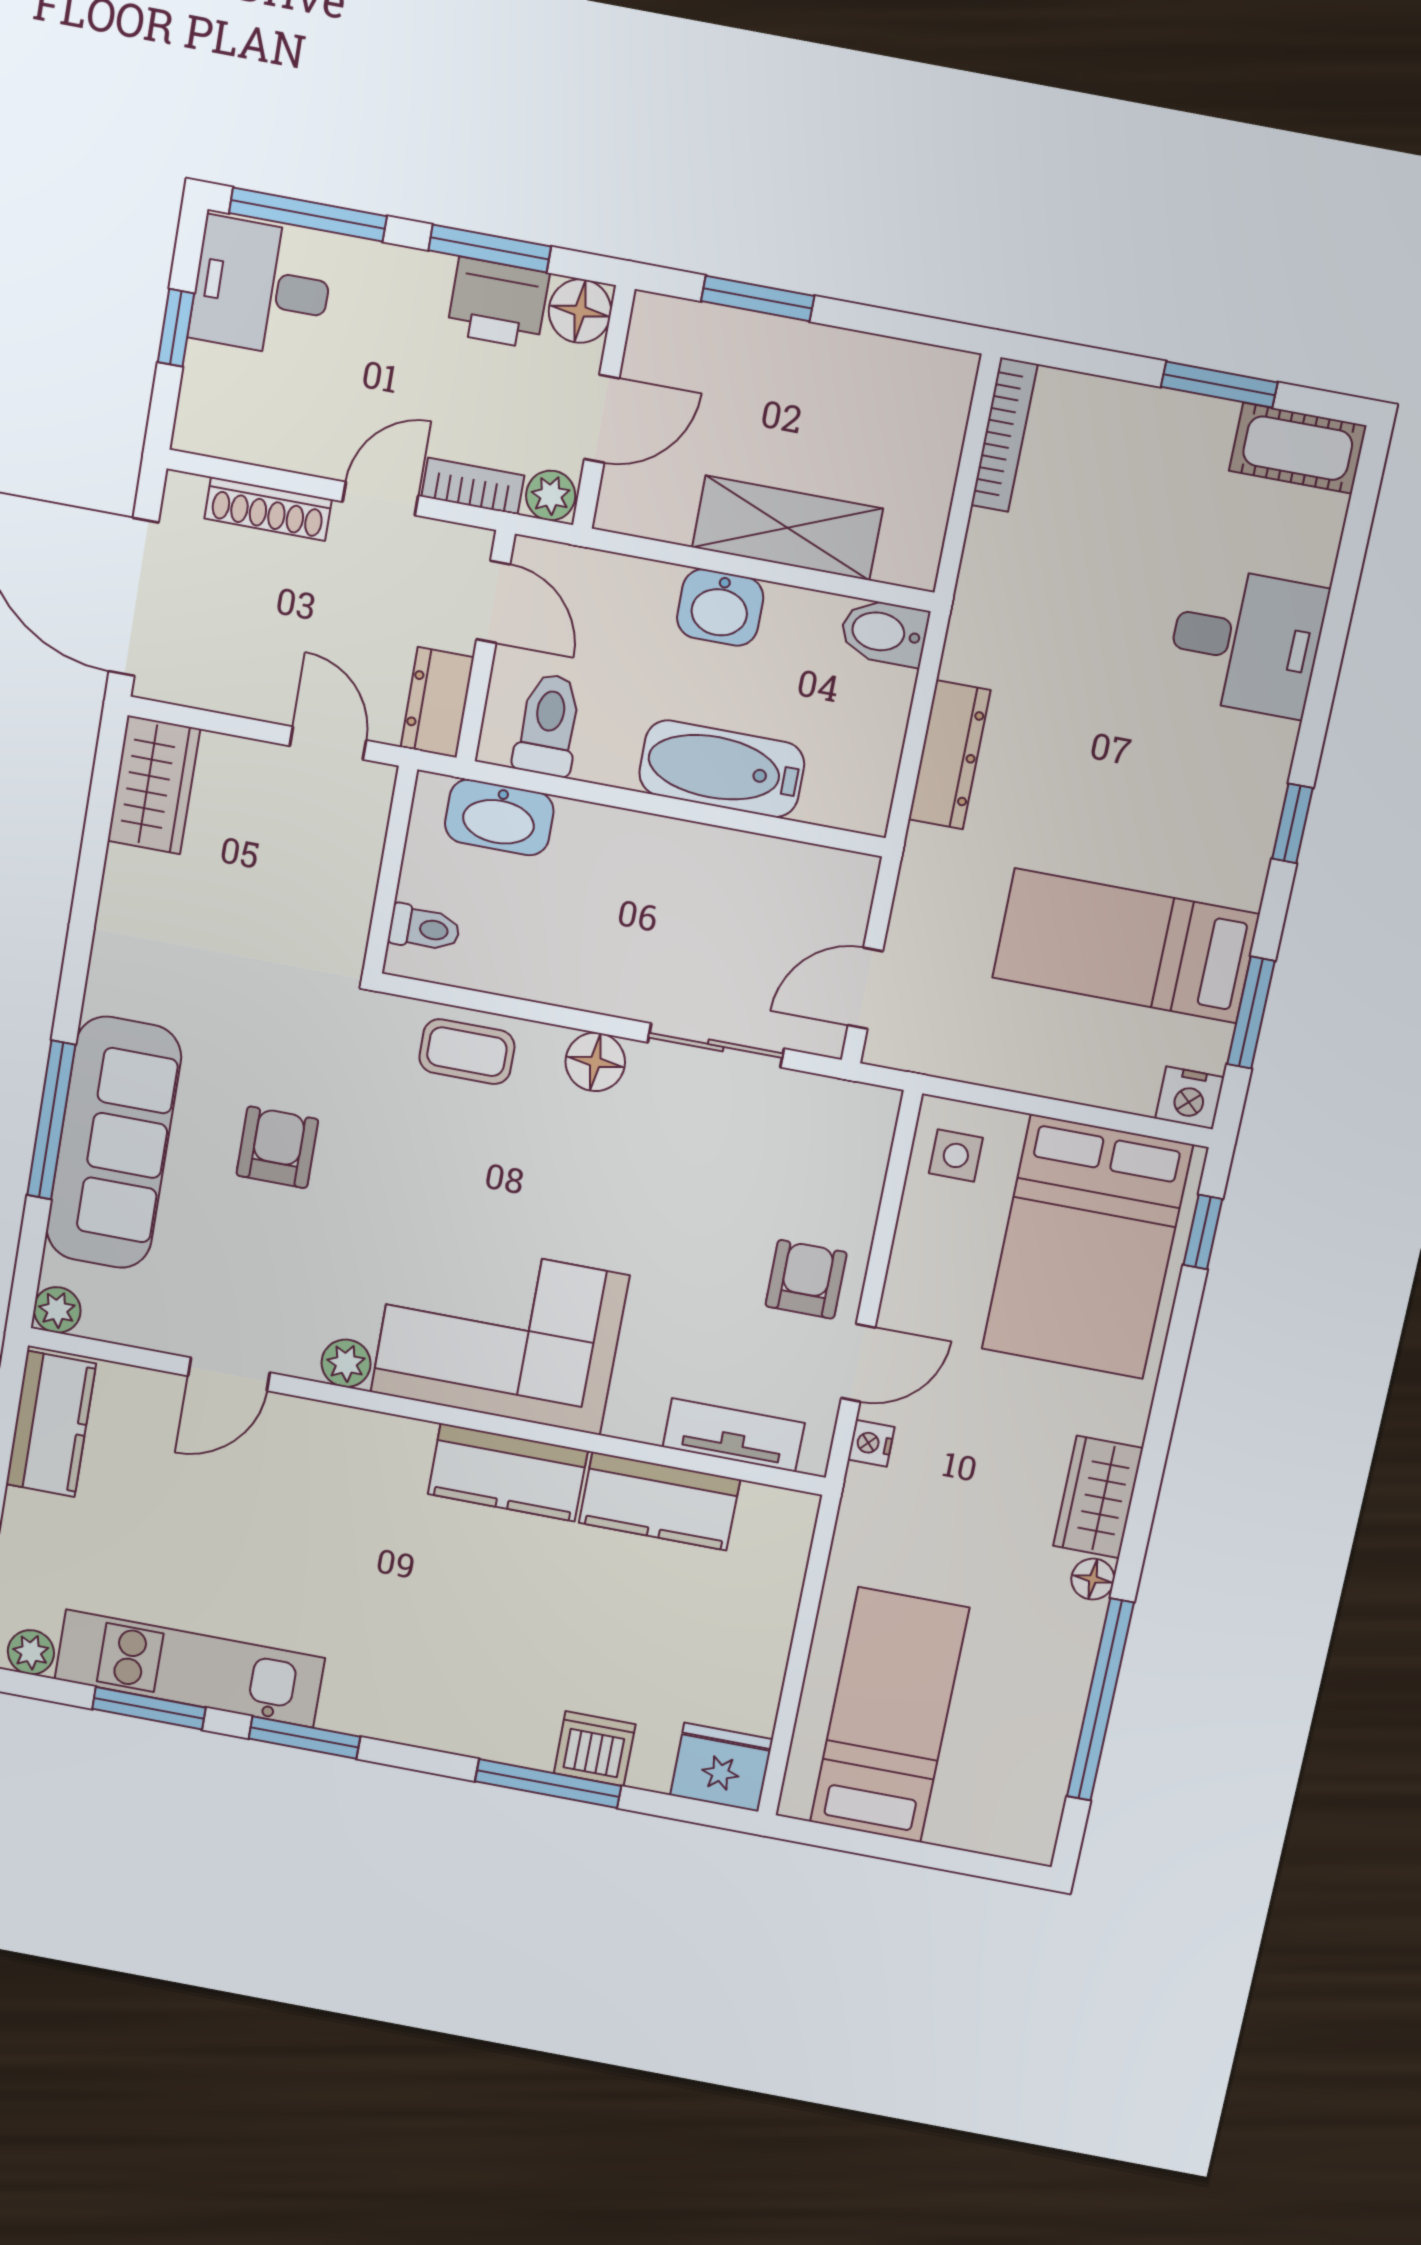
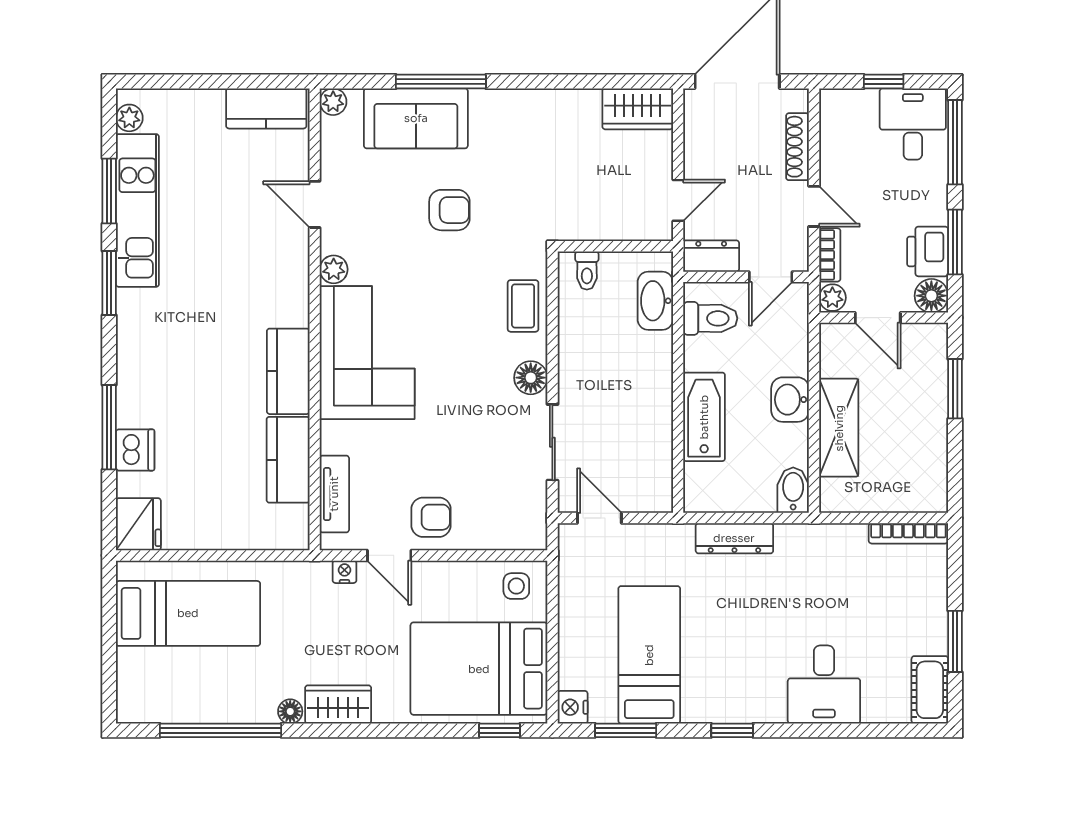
sofa: (114, 1143) -> (416, 118), width x0.73

